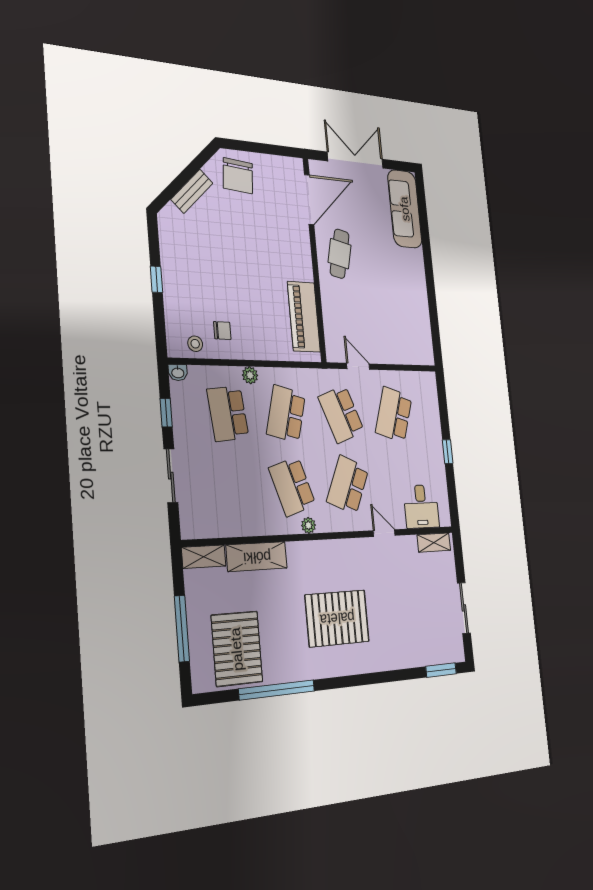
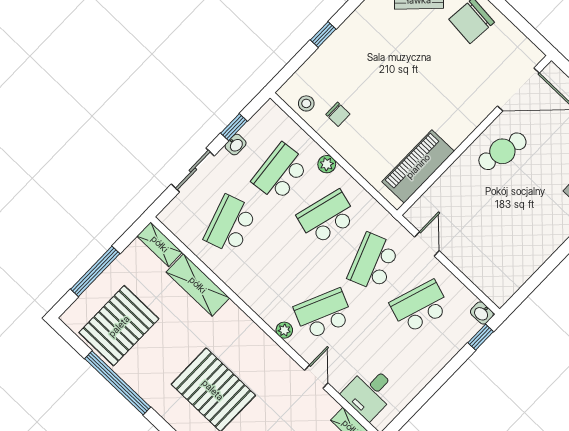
washbasin: (178, 372) -> (236, 145), moved, turned -90
washbasin: (428, 379) -> (482, 313), added
window: (448, 452) -> (481, 337), moved
school desk: (292, 486) -> (230, 224), moved
plant: (309, 525) -> (284, 330), moved

